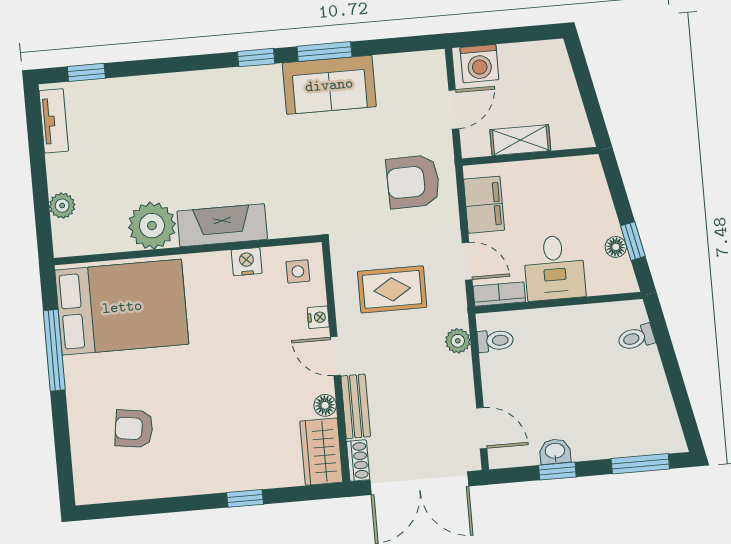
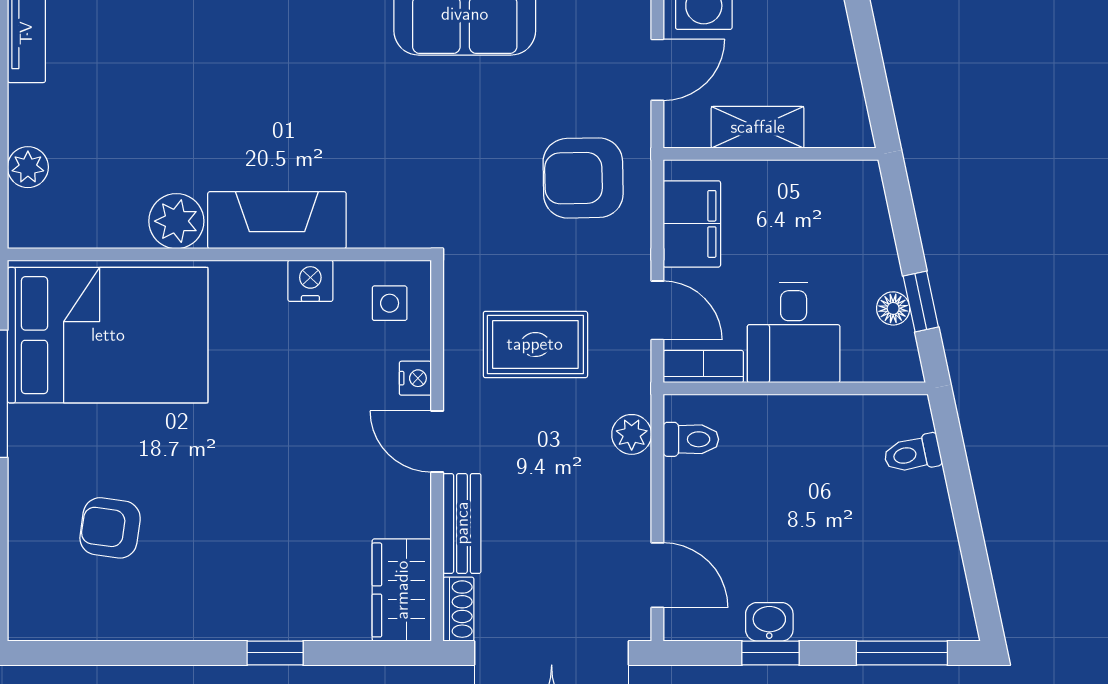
plant: (152, 226) -> (176, 221), width x0.73, depth x0.73
floor lamp: (325, 405) -> (414, 518), removed

